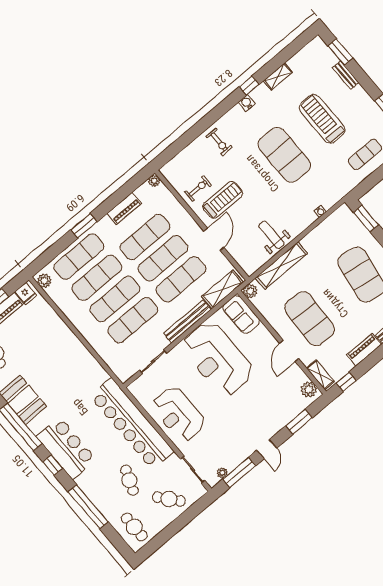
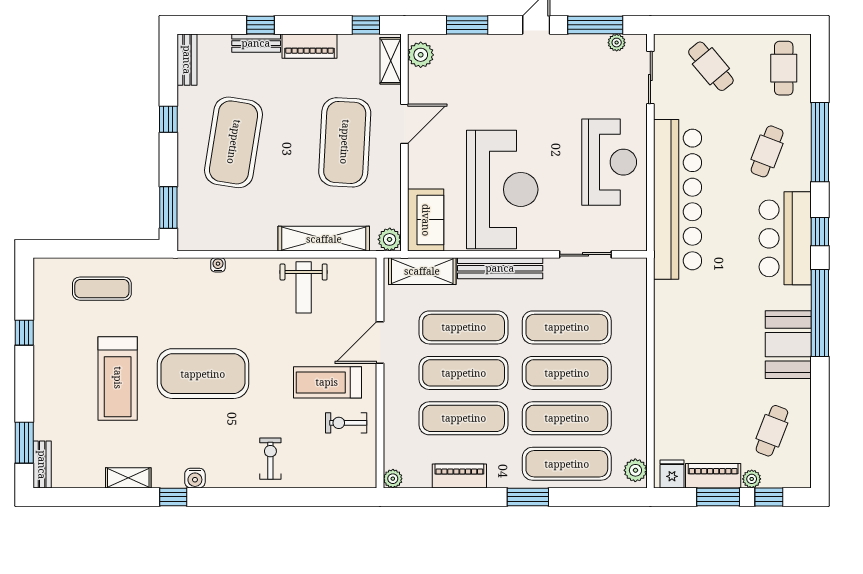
bench: (346, 75) -> (42, 465), moved
exercise mat: (284, 155) -> (203, 374), turned 90
cafe table: (129, 480) -> (767, 151), moved

